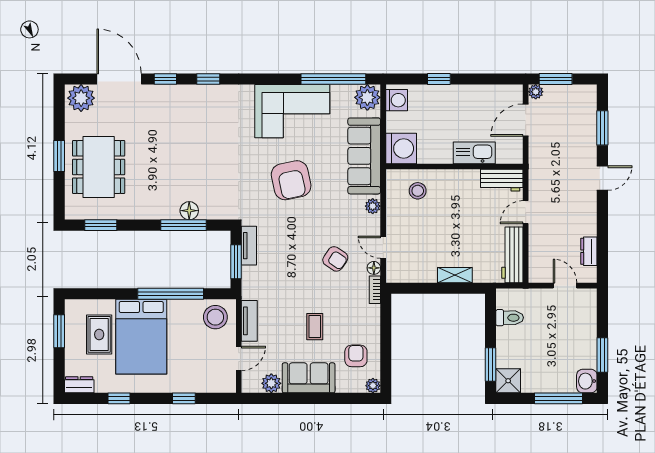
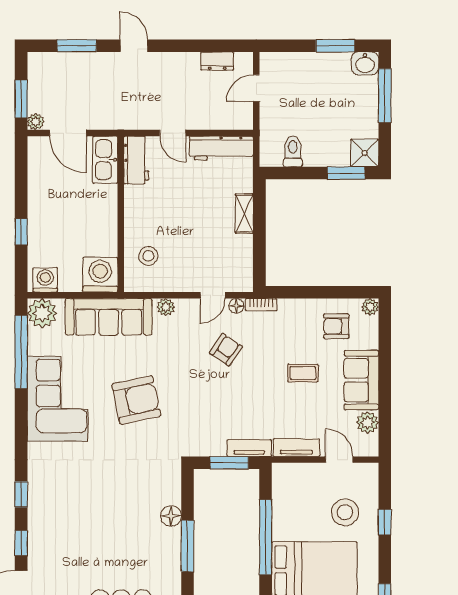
kitchen sink: (474, 153) -> (105, 160), moved
window: (183, 225) -> (188, 546), moved
tv unit: (249, 246) -> (249, 448), moved
stool: (215, 317) -> (345, 512), moved

